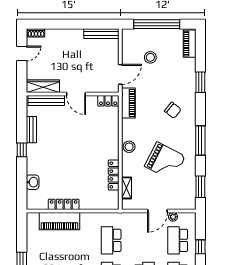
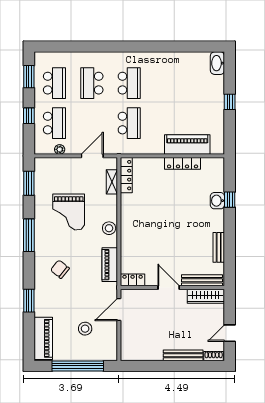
bench: (101, 34) -> (183, 355), moved
piano: (190, 44) -> (43, 338), width x1.37, depth x1.33
piano: (128, 103) -> (110, 265), moved
window: (22, 150) -> (230, 200), moved
grand piano: (165, 161) -> (69, 212), turned -117
locker: (114, 175) -> (126, 175), moved
washbasin: (33, 182) -> (217, 201), moved
door: (157, 211) -> (92, 156), moved

